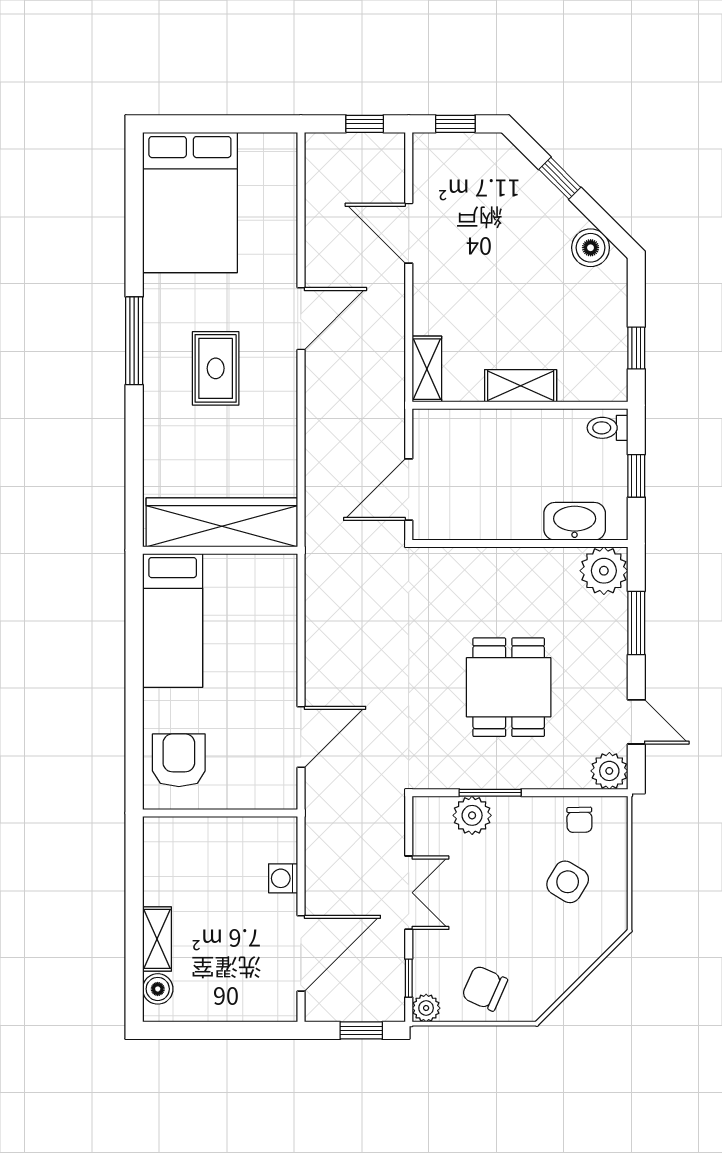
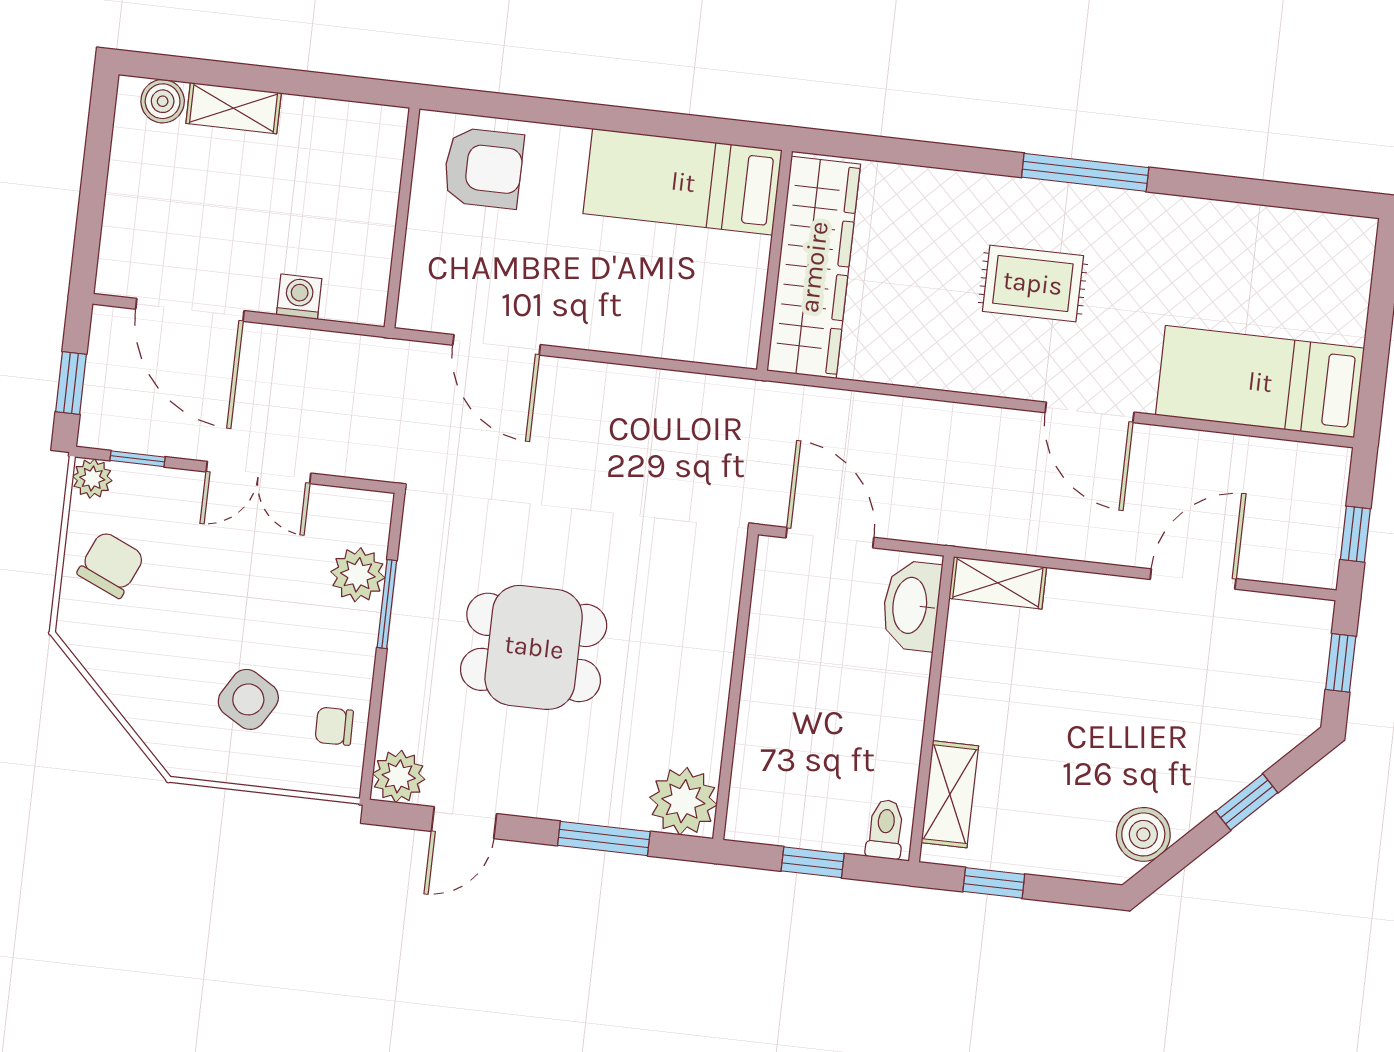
bed: (190, 203) -> (1260, 382), moved, width x0.67
shelving: (521, 386) -> (950, 794), moved
washbasin: (575, 521) -> (911, 606), moved, turned 180

